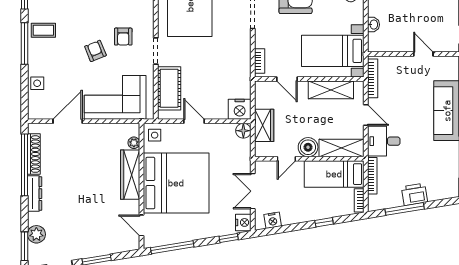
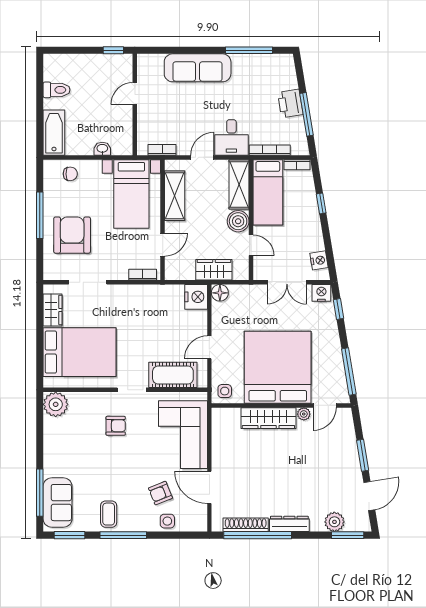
armchair: (95, 51) -> (160, 493), moved
bookcase: (373, 78) -> (162, 150), width x0.64
plant: (134, 143) -> (304, 414), moved

